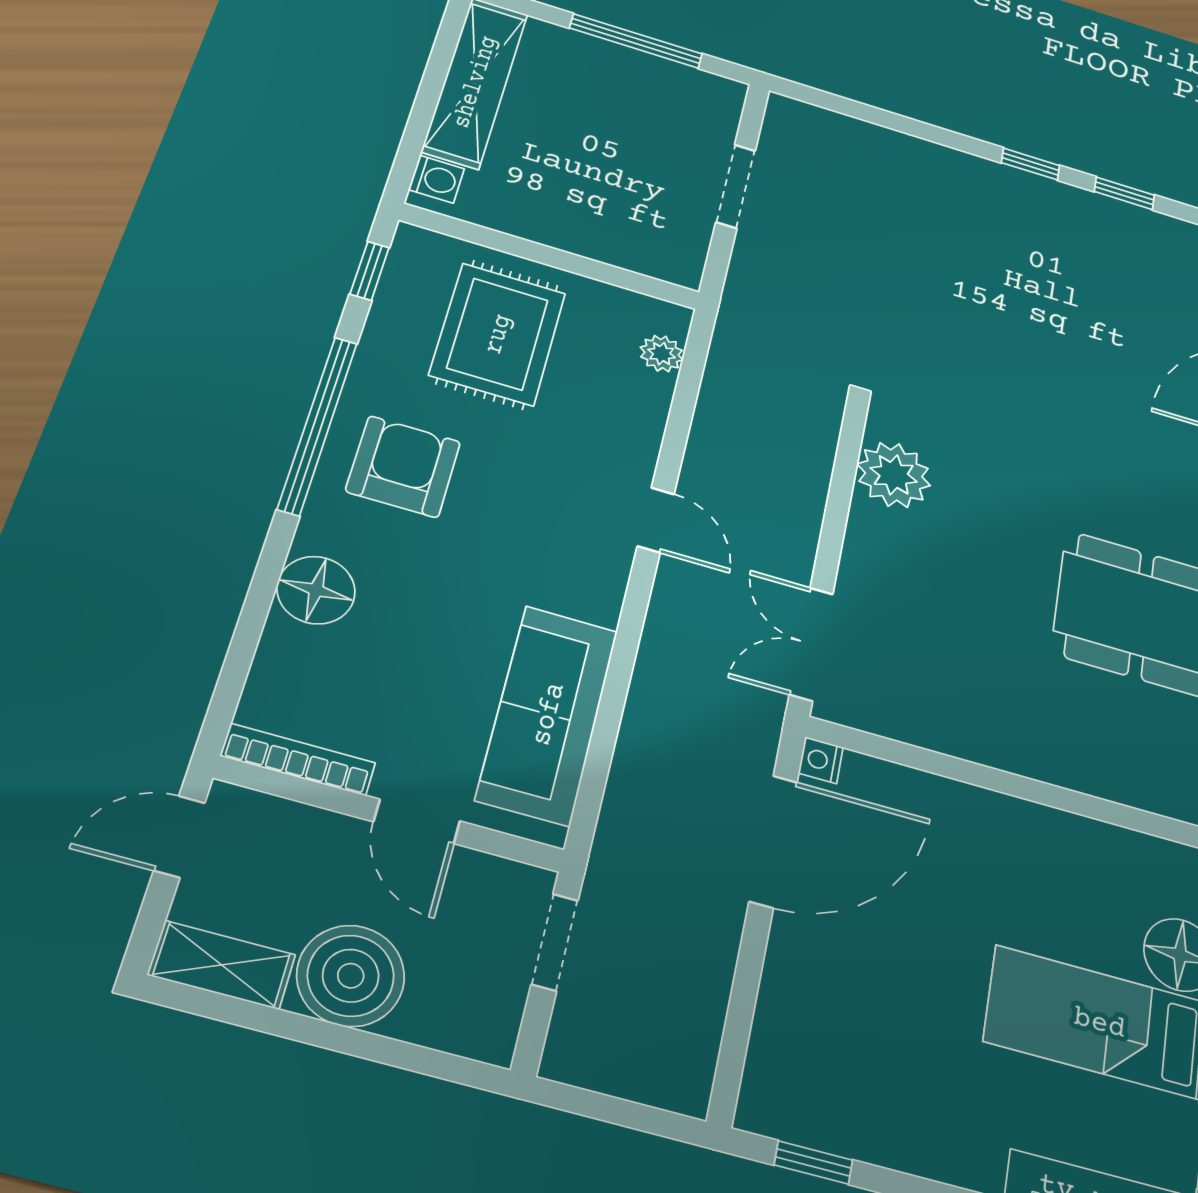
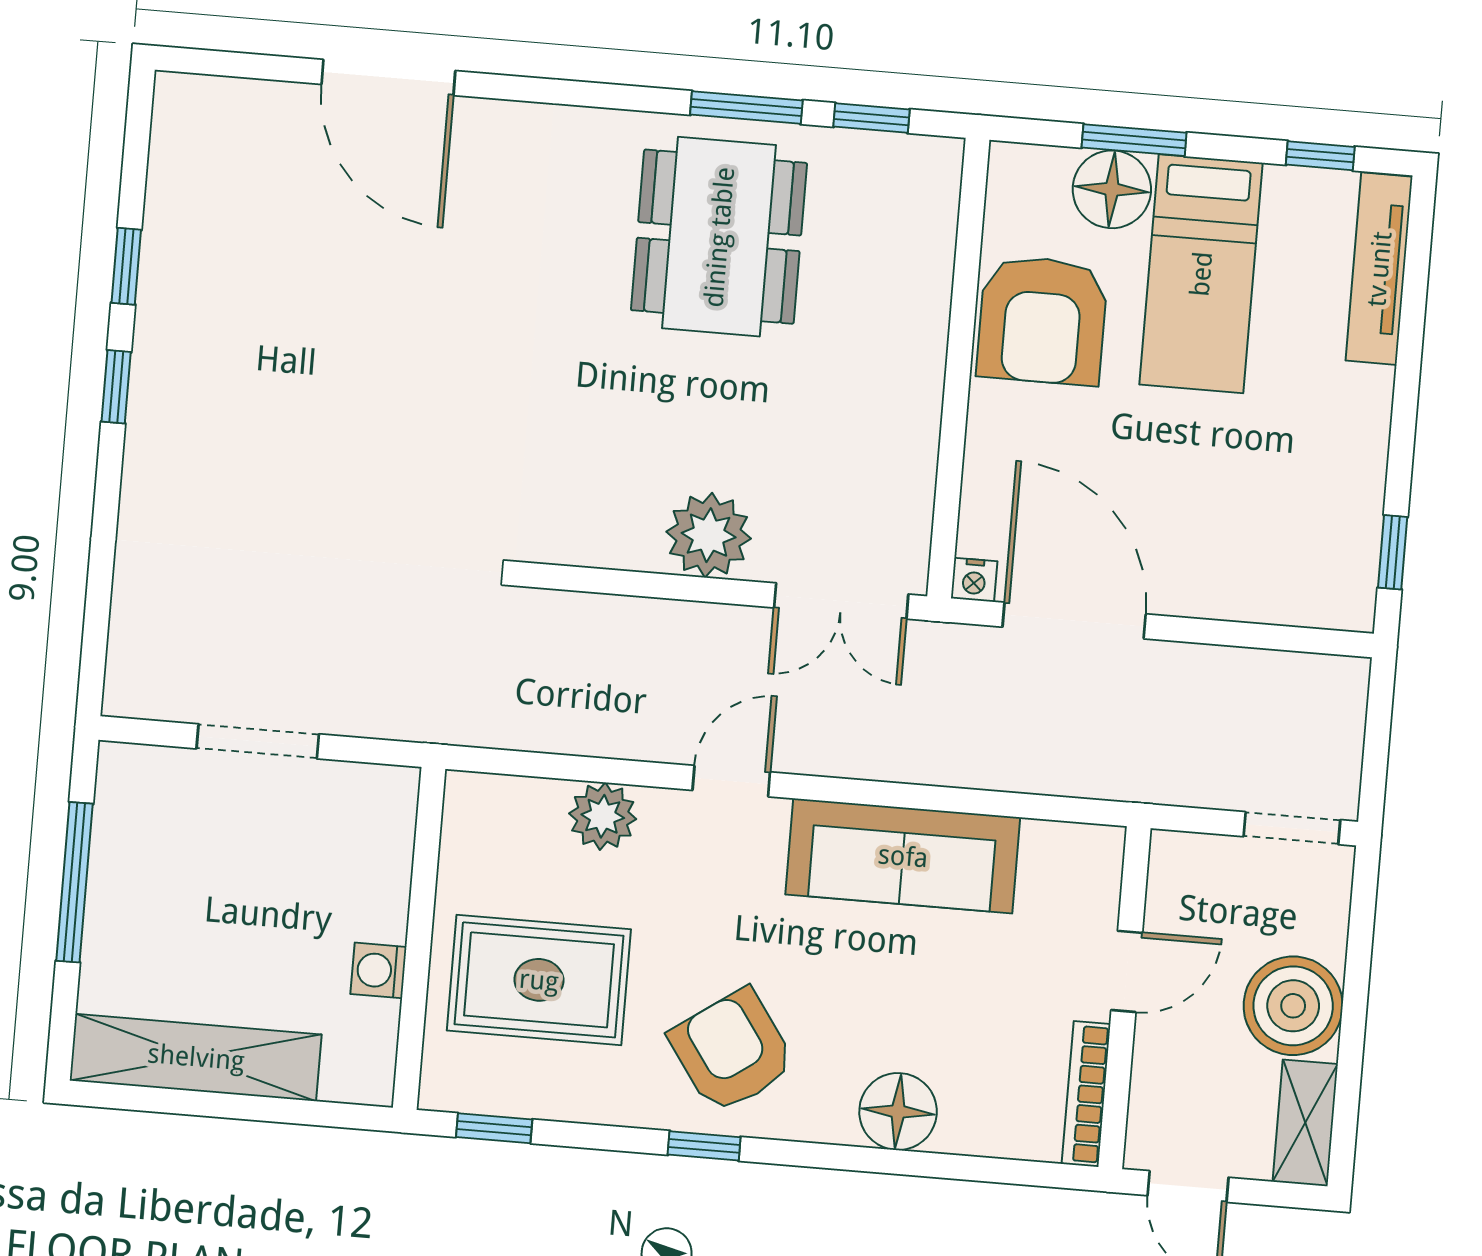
washing machine: (436, 179) -> (378, 970), moved, turned -90
plant: (662, 354) -> (603, 816), moved, width x1.38, depth x1.38
window: (318, 425) -> (704, 1146), width x0.32
armchair: (403, 467) -> (732, 1051), turned 55
plant: (894, 475) -> (709, 535), moved
sofa: (548, 714) -> (903, 856), moved
armchair: (1060, 868) -> (1042, 320), added
doorway: (555, 942) -> (1292, 828), moved

